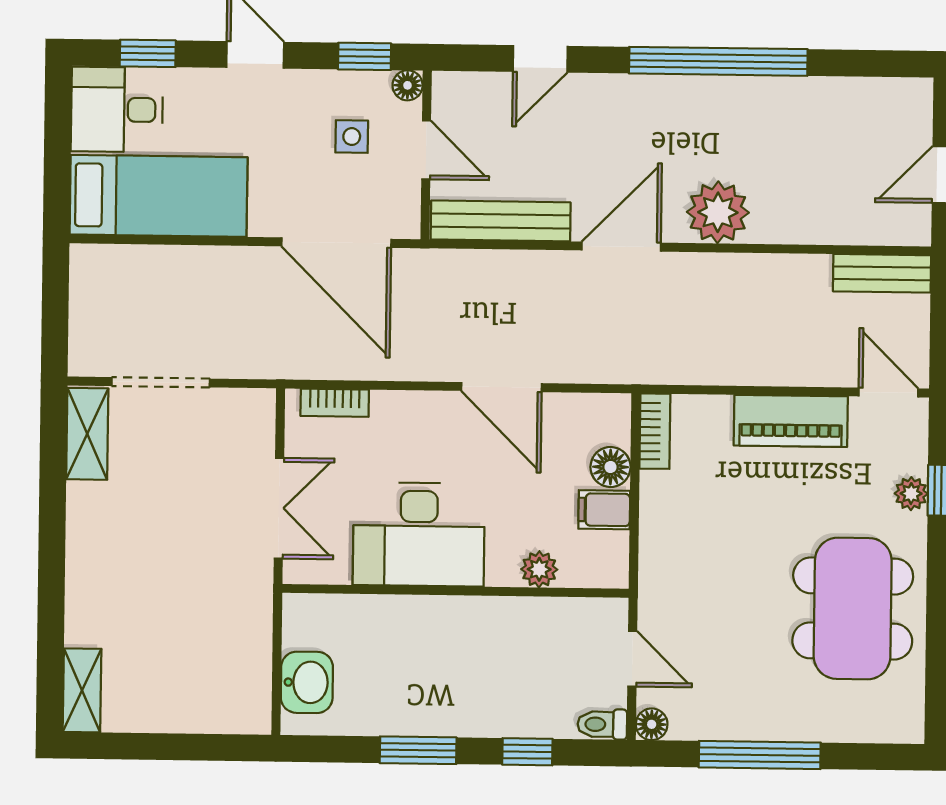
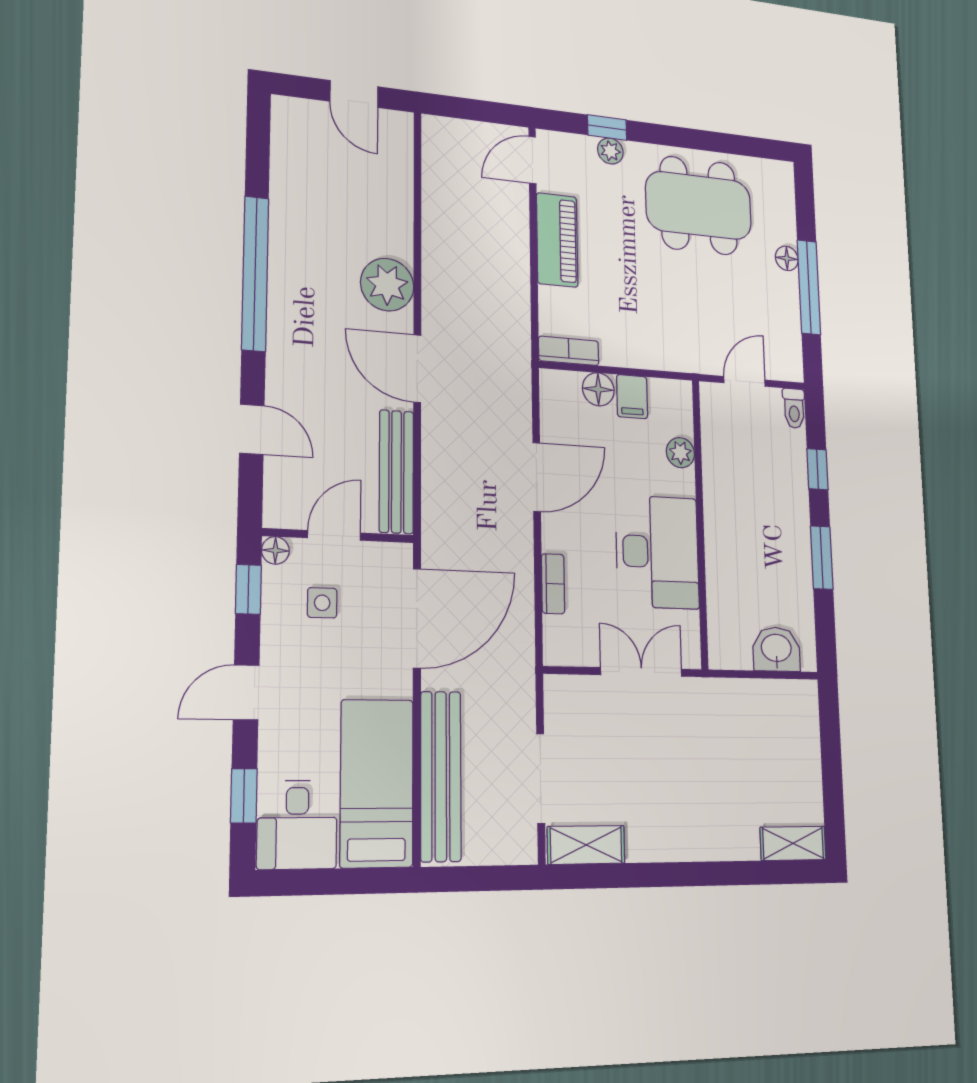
bench: (882, 273) -> (441, 776), moved, width x1.86, depth x1.21
bookcase: (335, 403) -> (553, 584), moved
floor lamp: (652, 724) -> (787, 258), moved

